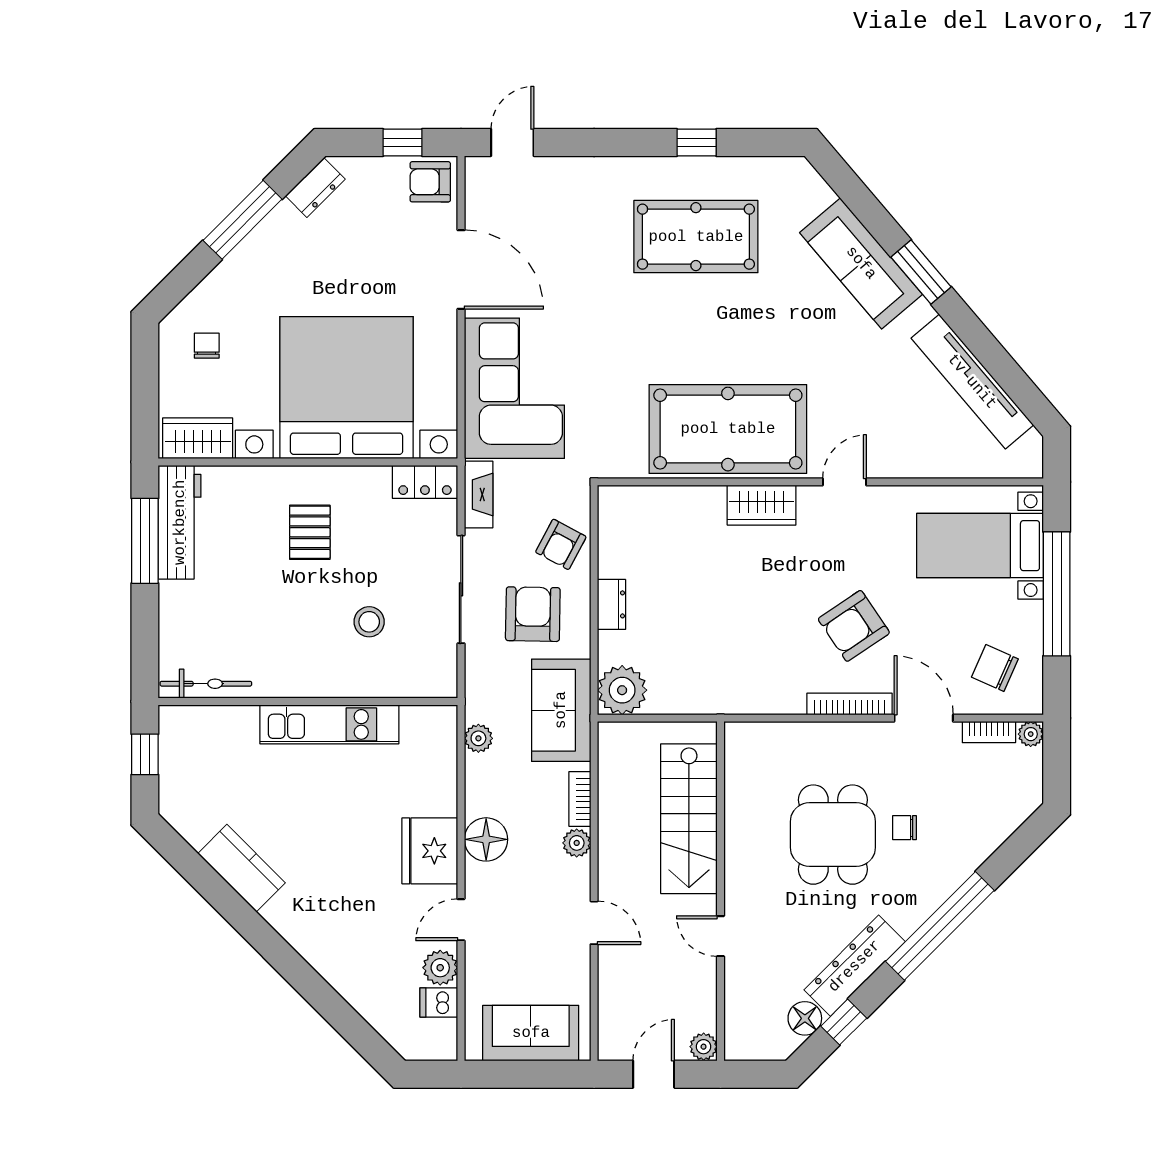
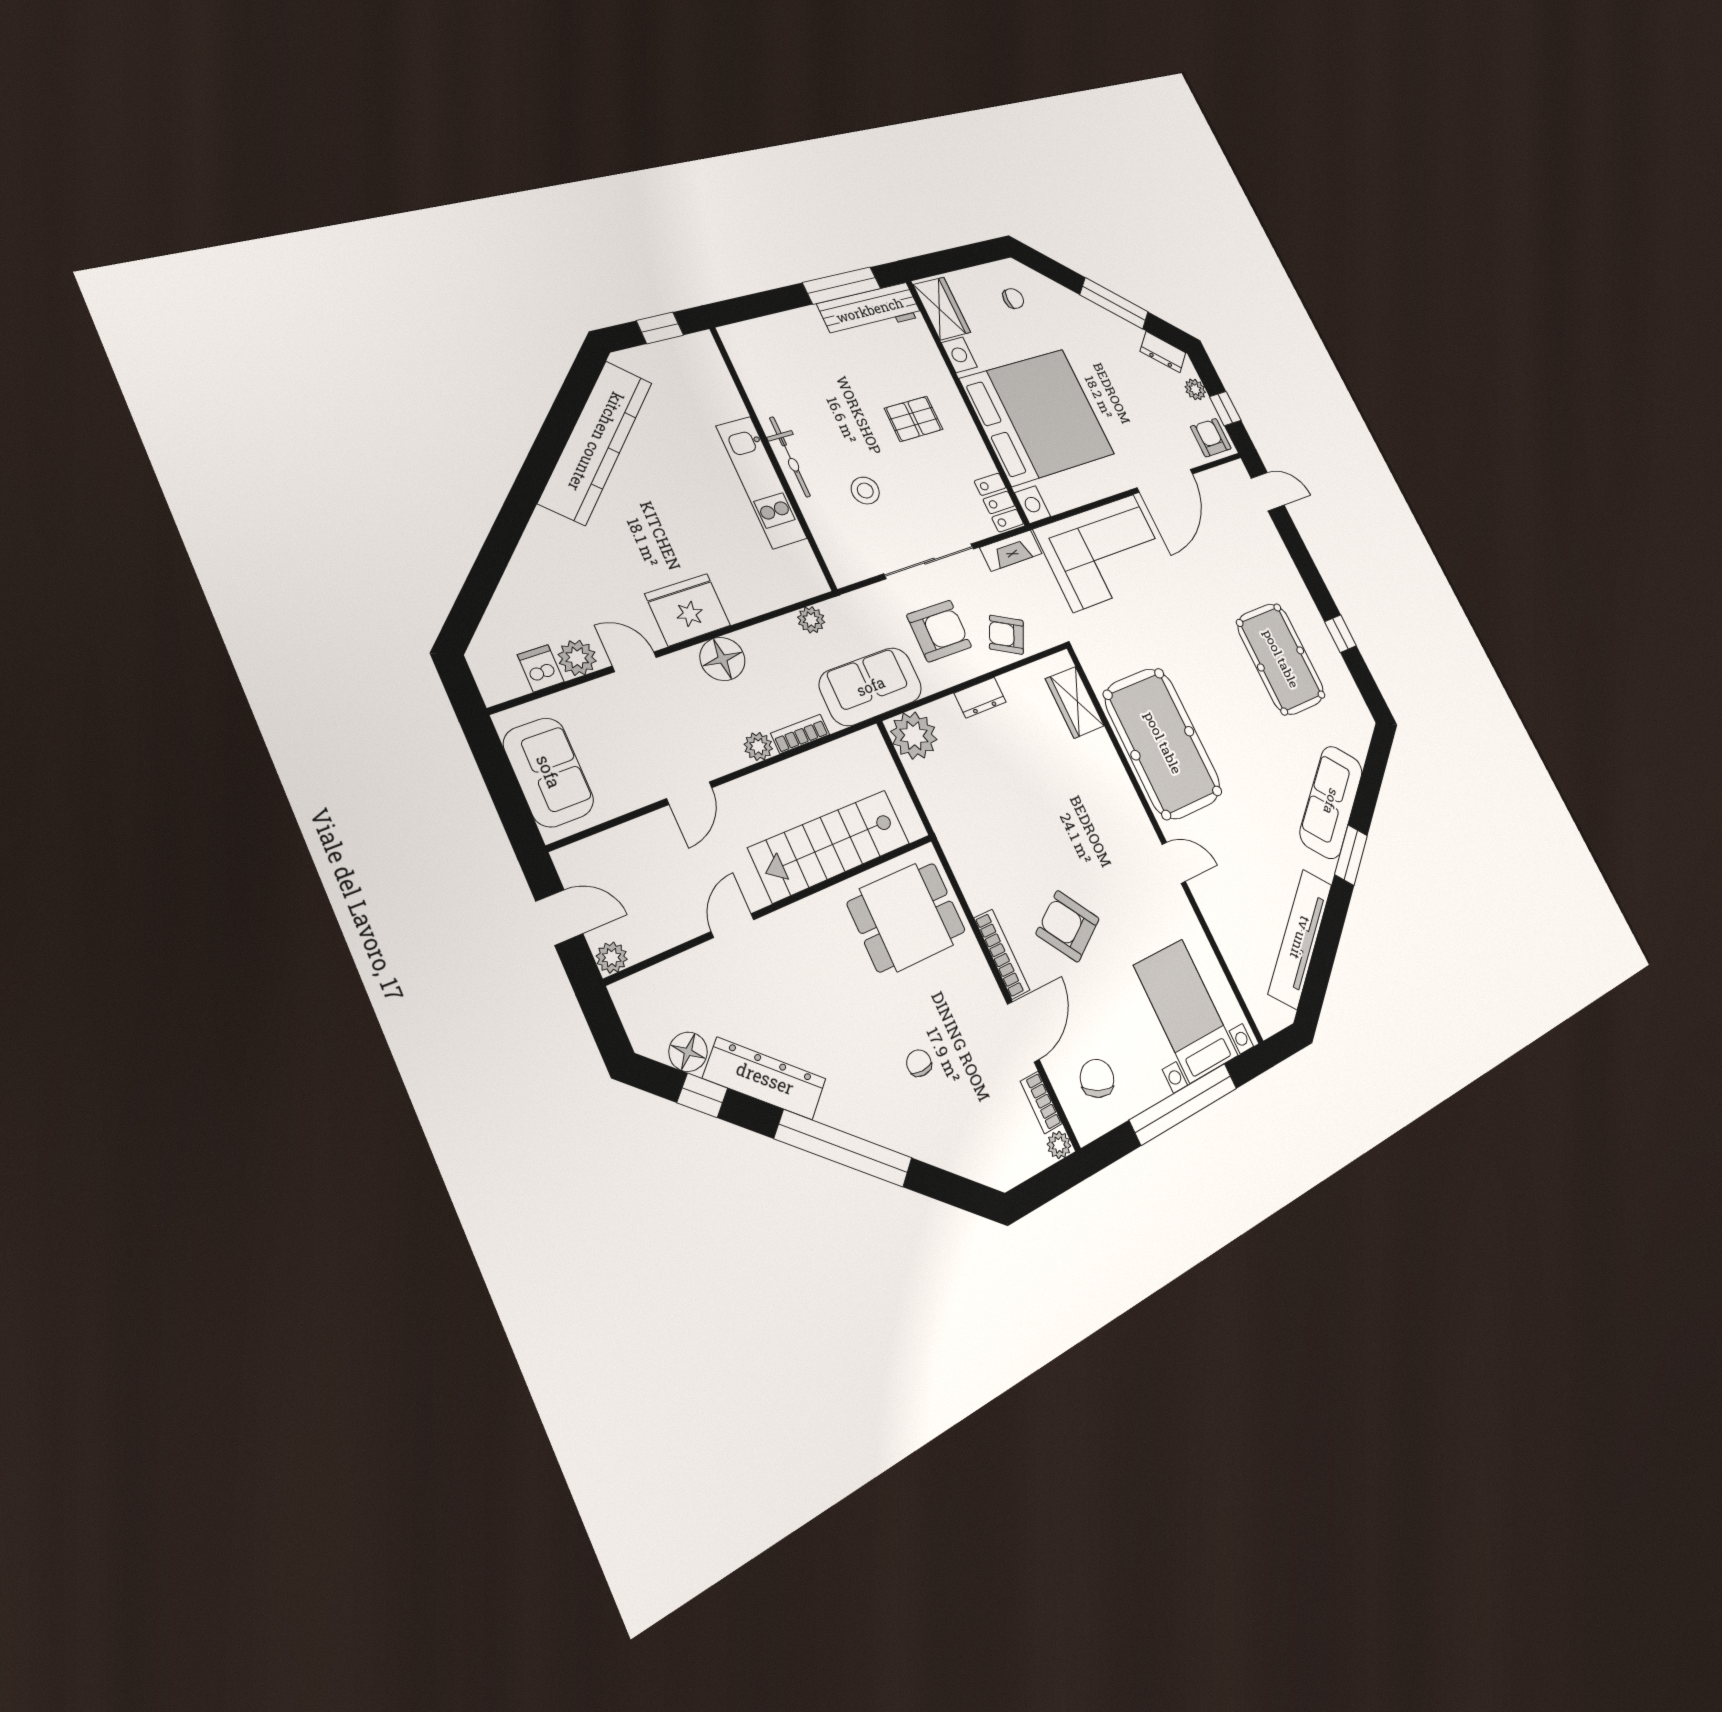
plant: (370, 170) -> (1195, 389), added
wardrobe: (762, 505) -> (1075, 702), moved
bicycle: (206, 684) -> (790, 457), moved
dining table: (833, 835) -> (906, 917), moved
kitchen counter: (242, 868) -> (596, 442), width x2.08, depth x1.17

